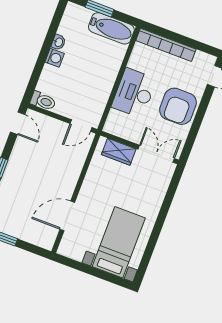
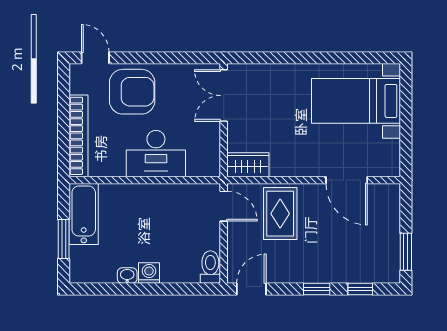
armchair: (178, 106) -> (132, 92), moved
wardrobe: (119, 152) -> (248, 165), moved, turned -90
rug: (62, 162) -> (280, 214), added

